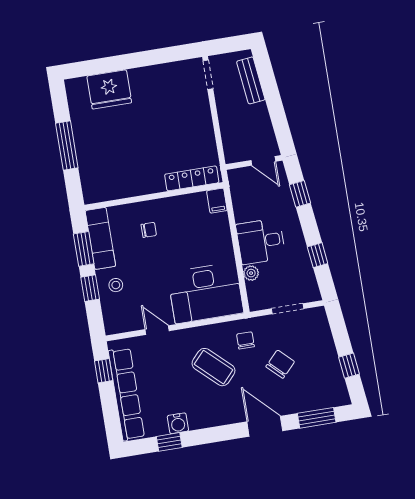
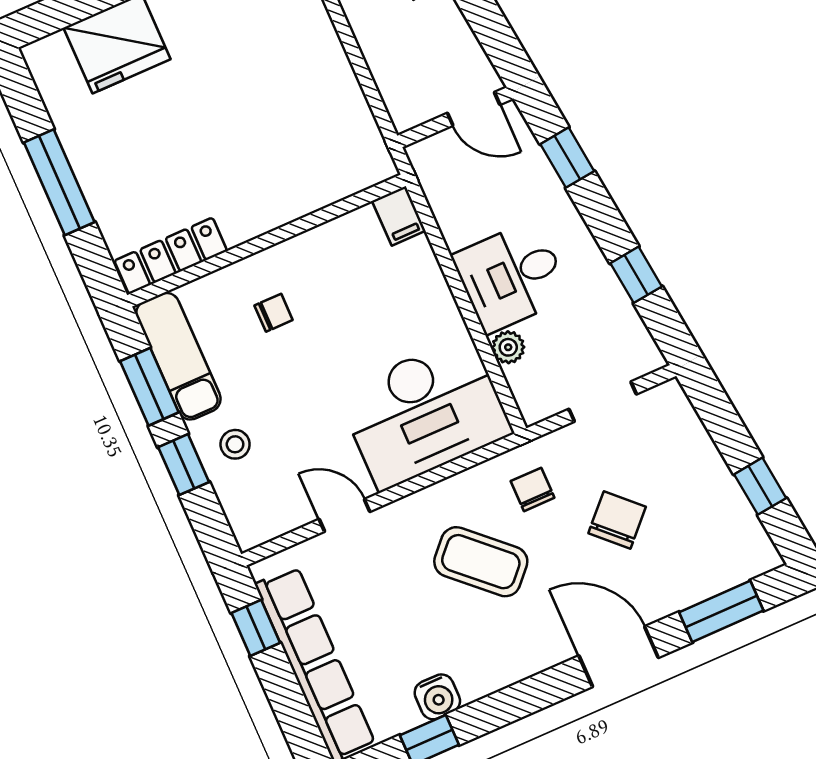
locker: (192, 178) -> (171, 256), moved

